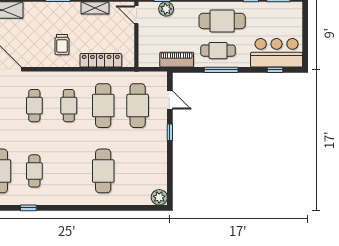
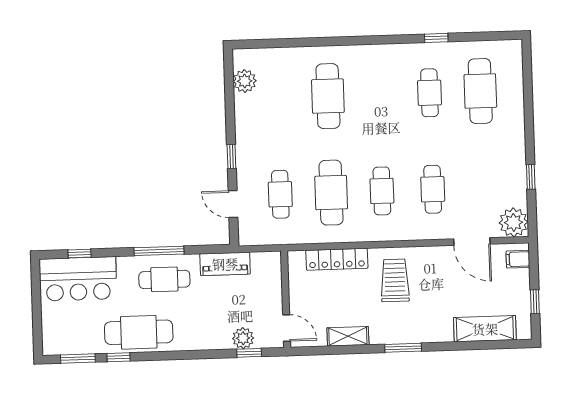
cafe table: (222, 21) -> (139, 332), moved
trolley: (62, 45) -> (395, 280), width x1.36, depth x1.39
cafe table: (138, 106) -> (280, 194), width x0.73, depth x0.74
plant: (159, 197) -> (245, 81), moved

